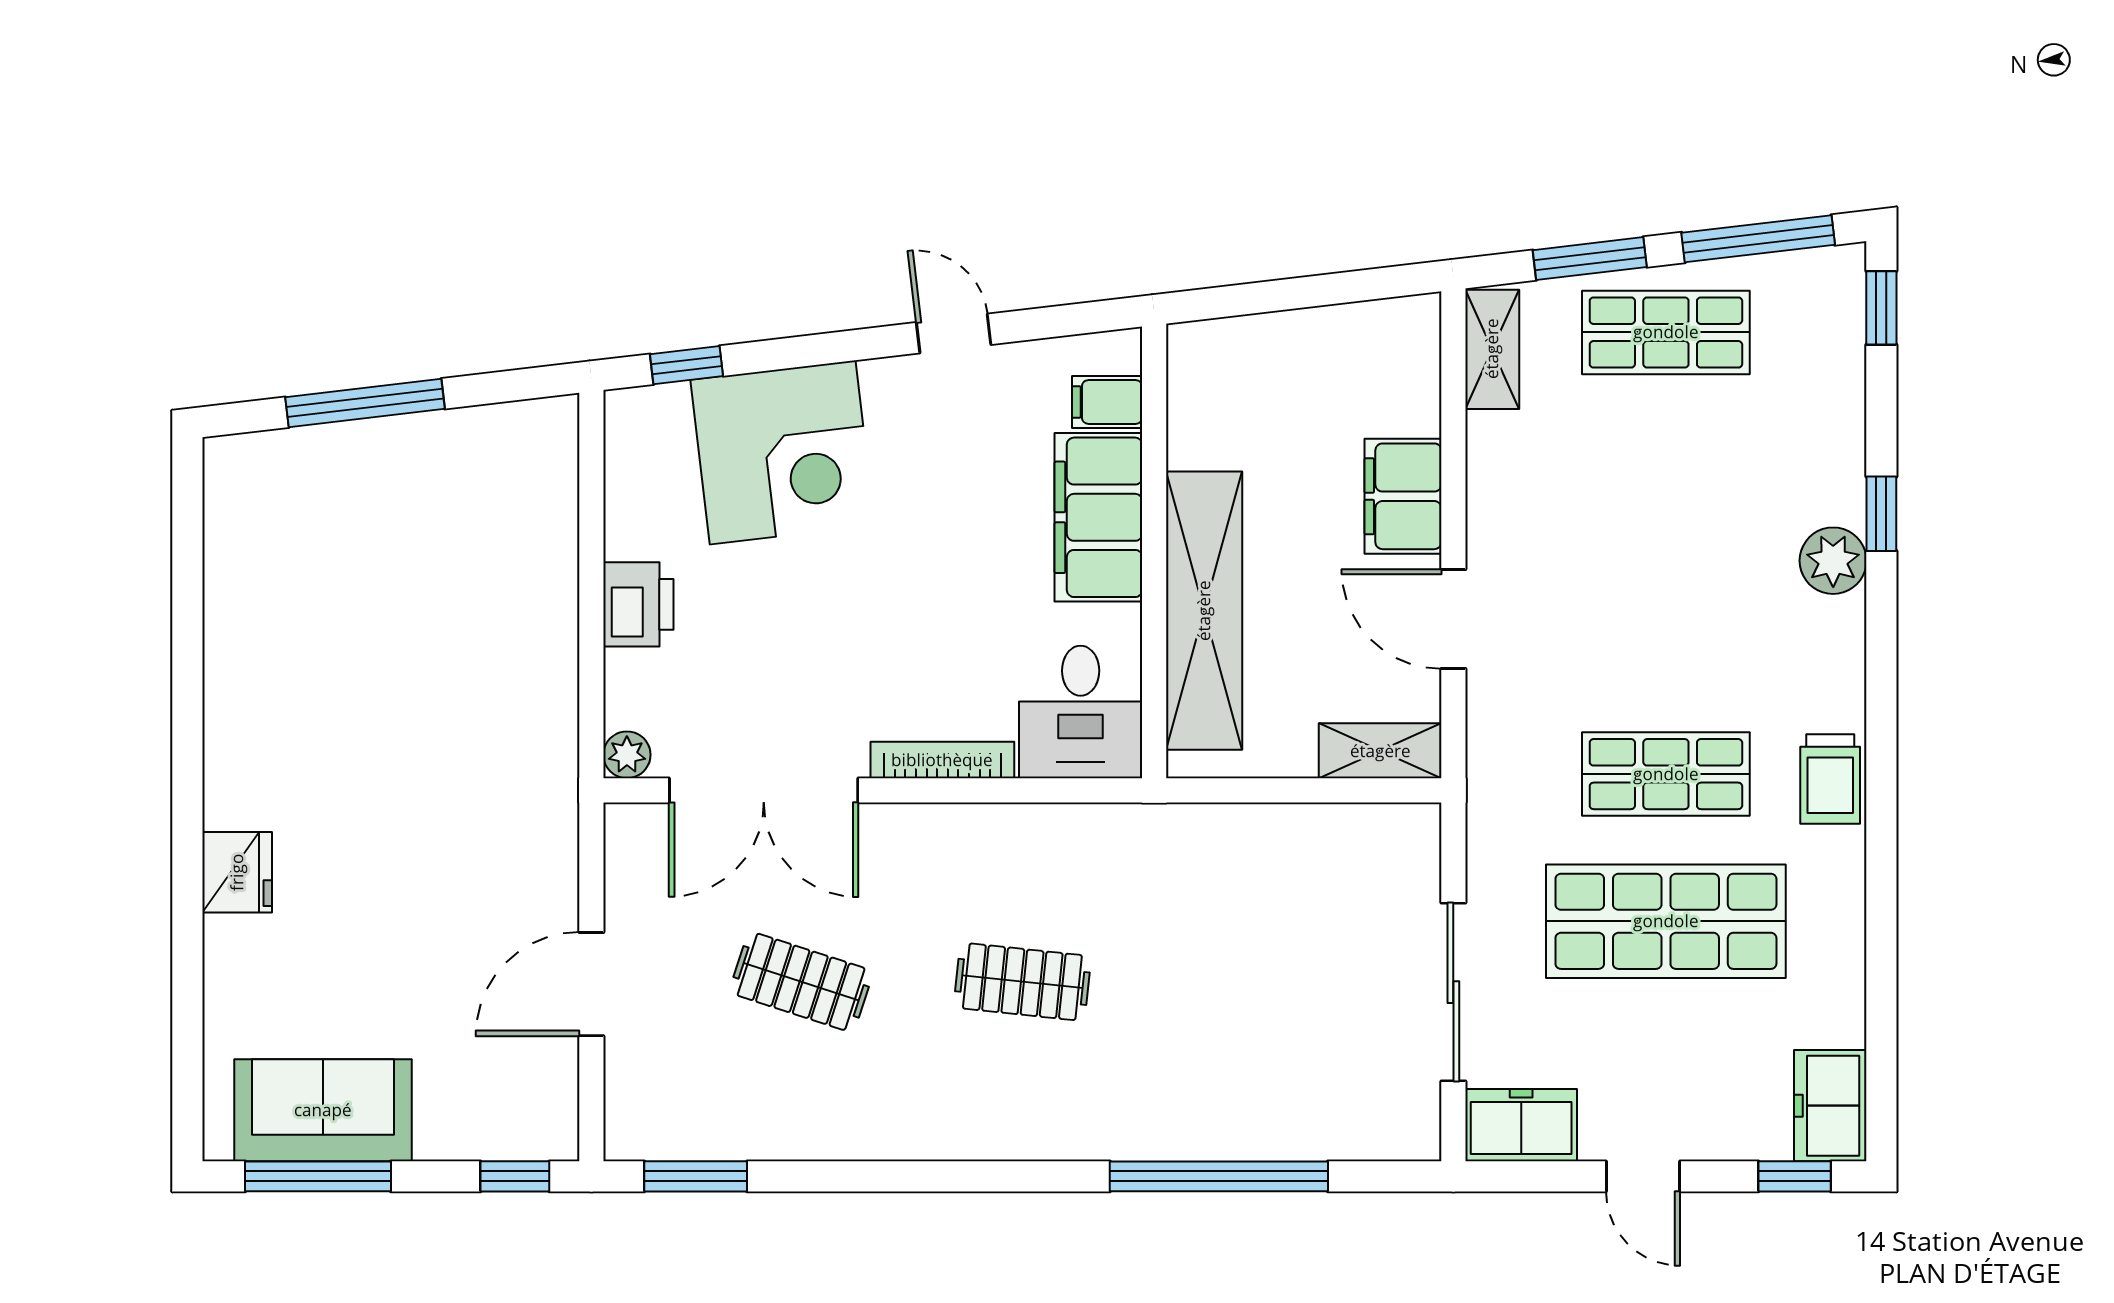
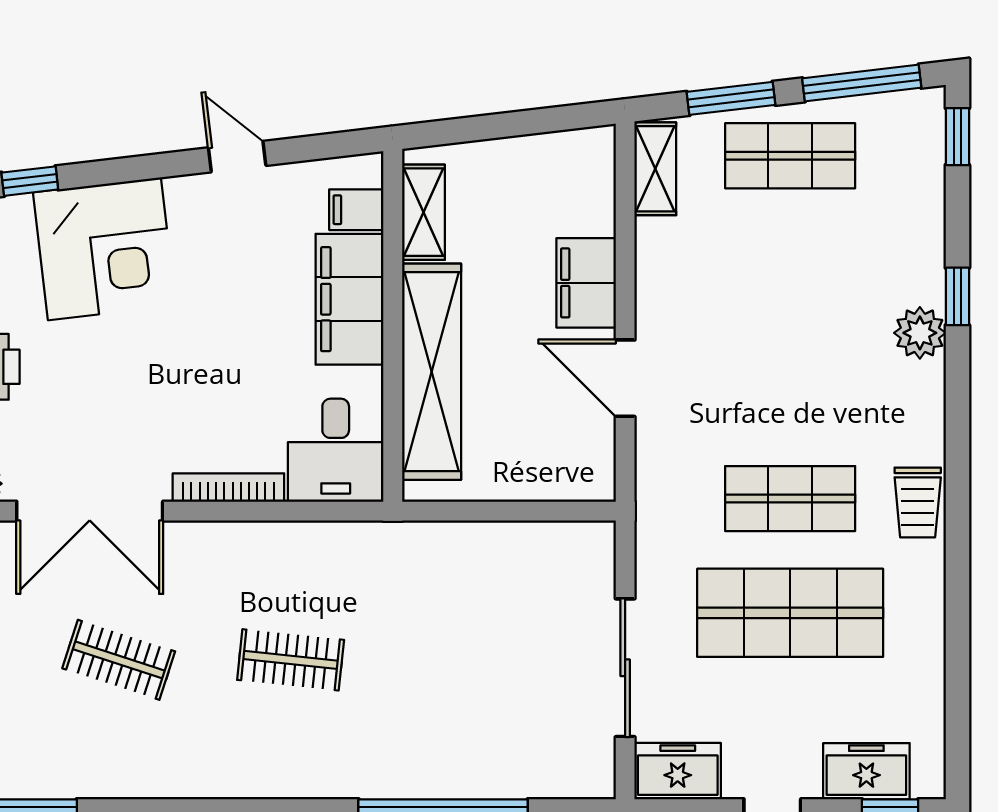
shelving: (1380, 751) -> (423, 212), moved, turned 90
freezer: (1830, 1106) -> (866, 771), moved, turned 90

